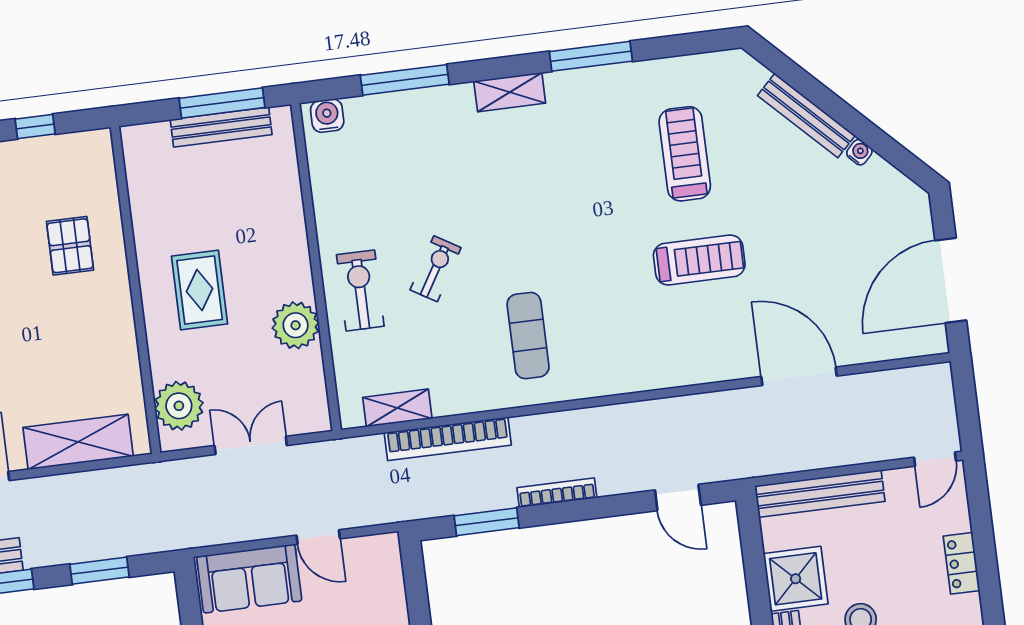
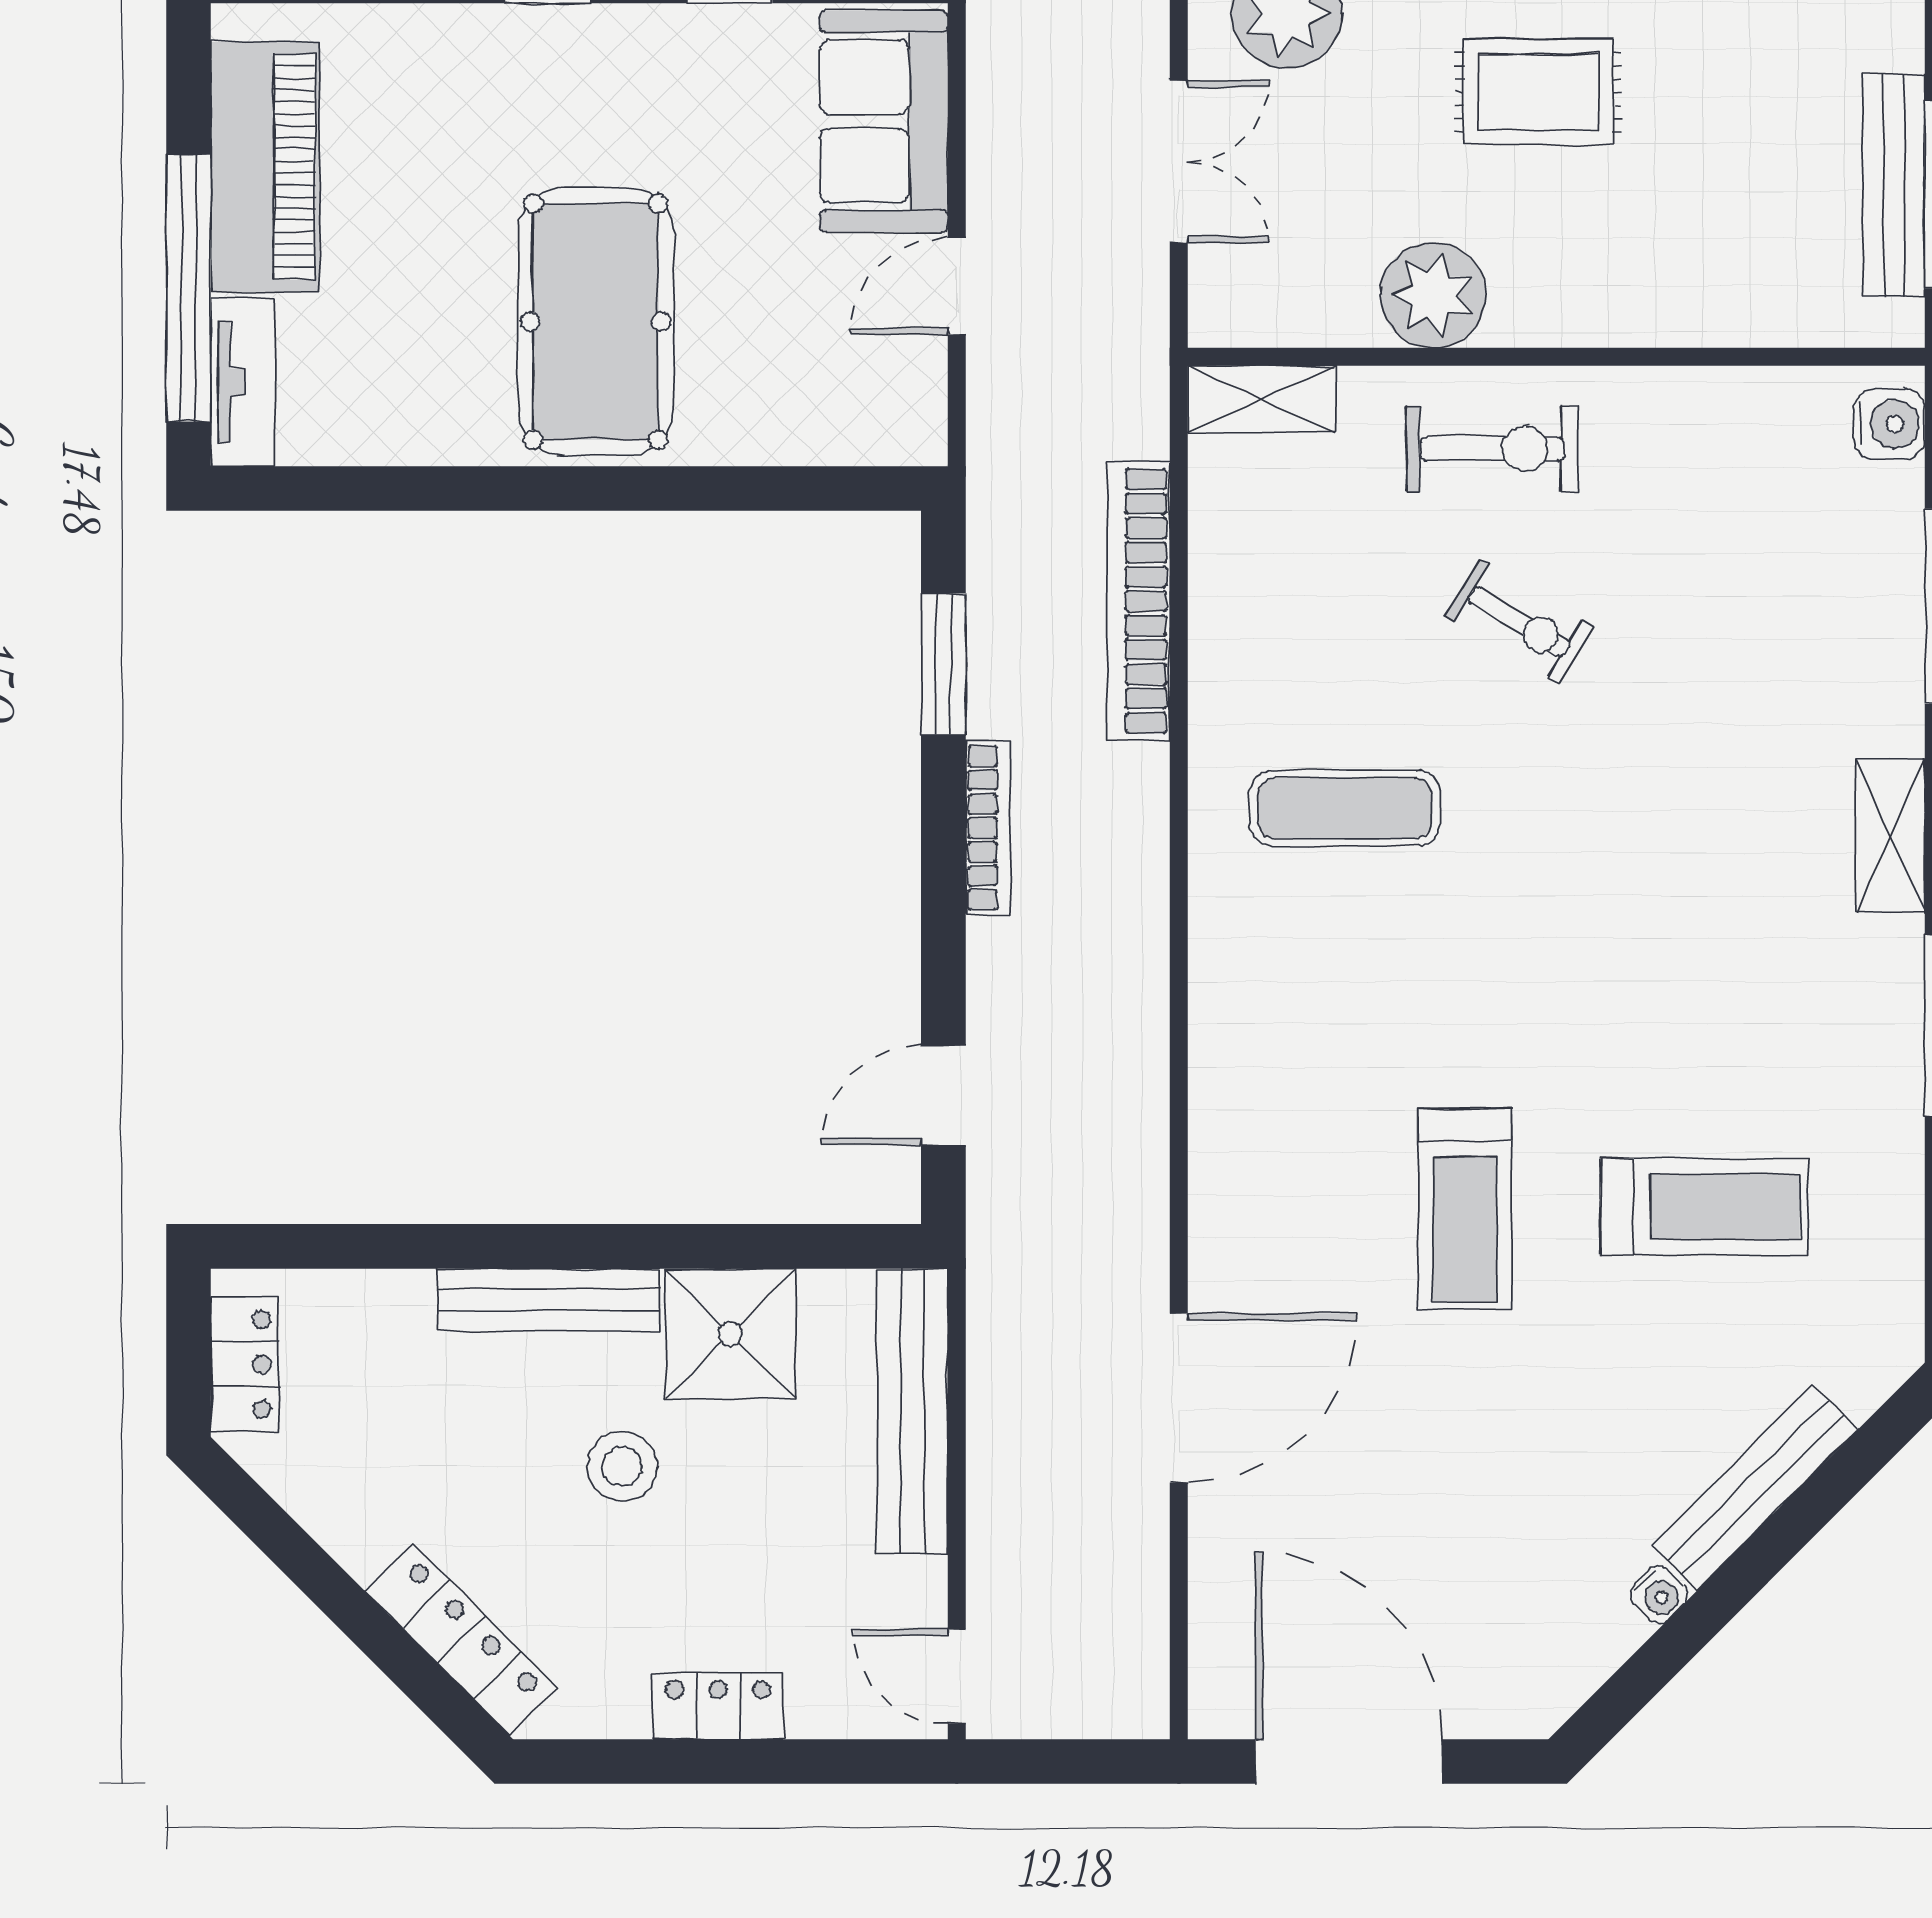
shelving: (397, 408) -> (1262, 399), moved, turned 90

